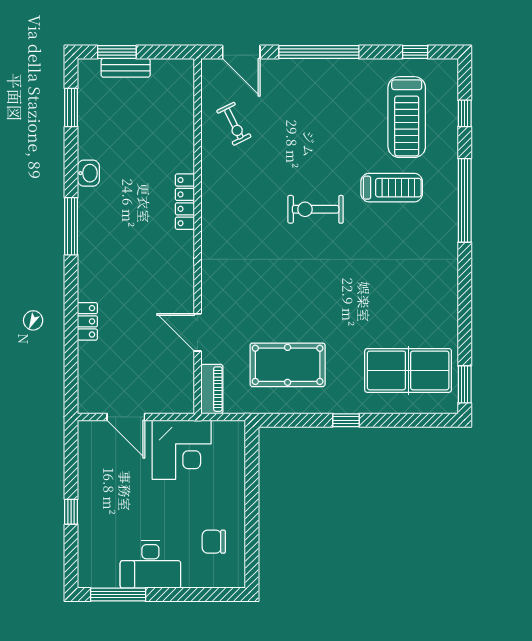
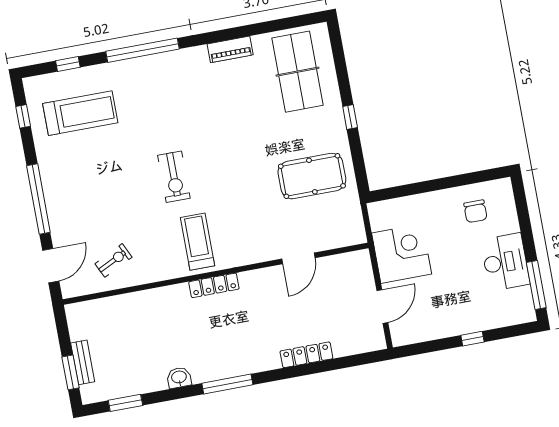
treadmill: (392, 188) -> (198, 242), moved
locker: (185, 202) -> (214, 285), moved
locker: (87, 321) -> (306, 355), width x1.53
pool table: (288, 365) -> (312, 176), turned 90
window: (465, 384) -> (300, 21), removed
piano: (212, 389) -> (230, 49), moved, turned 180

